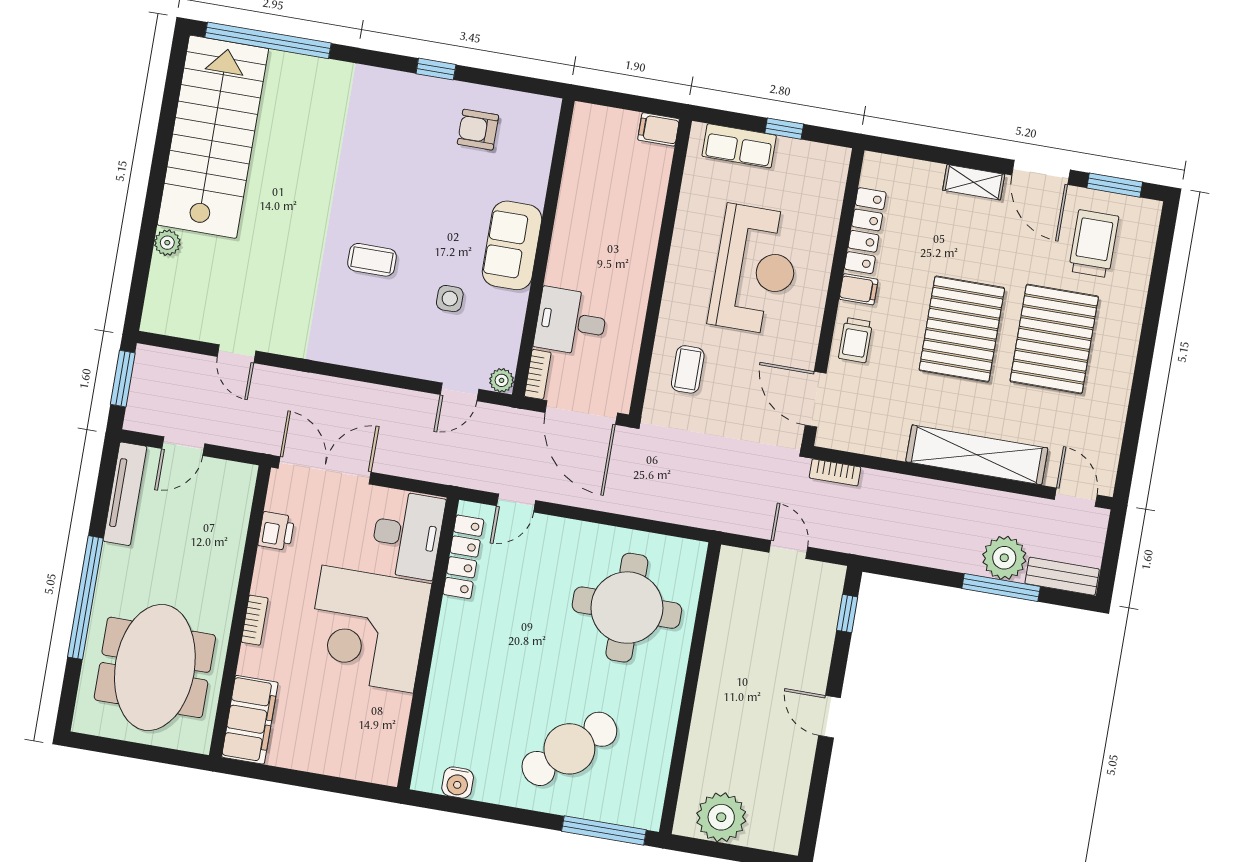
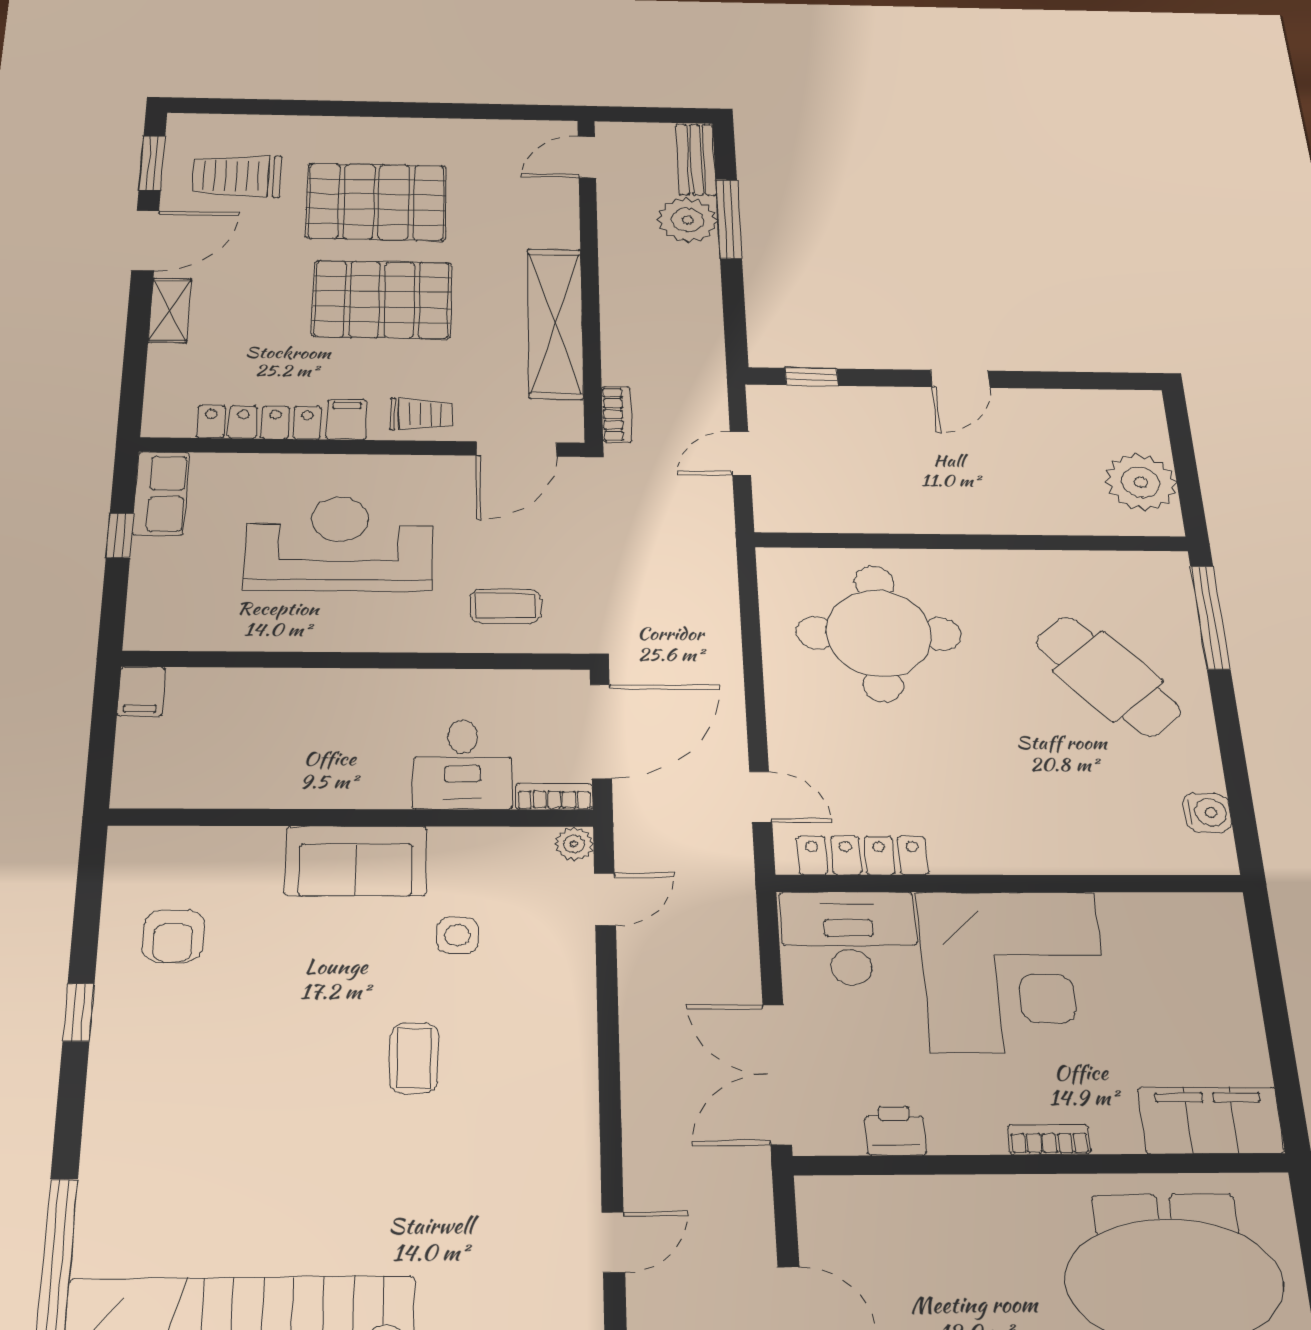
row of seats: (739, 146) -> (161, 493), moved
door: (460, 392) -> (605, 899), hinge flipped
shelving: (977, 455) -> (555, 323), moved

